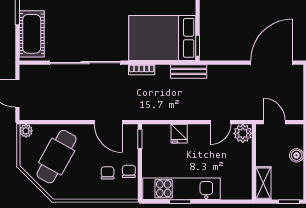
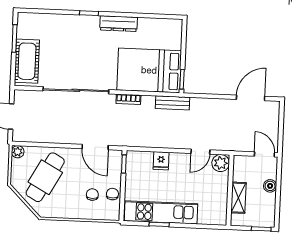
door: (272, 63) -> (251, 98), width x0.73
door: (274, 122) -> (264, 154), moved
shelving: (263, 183) -> (238, 198), moved

